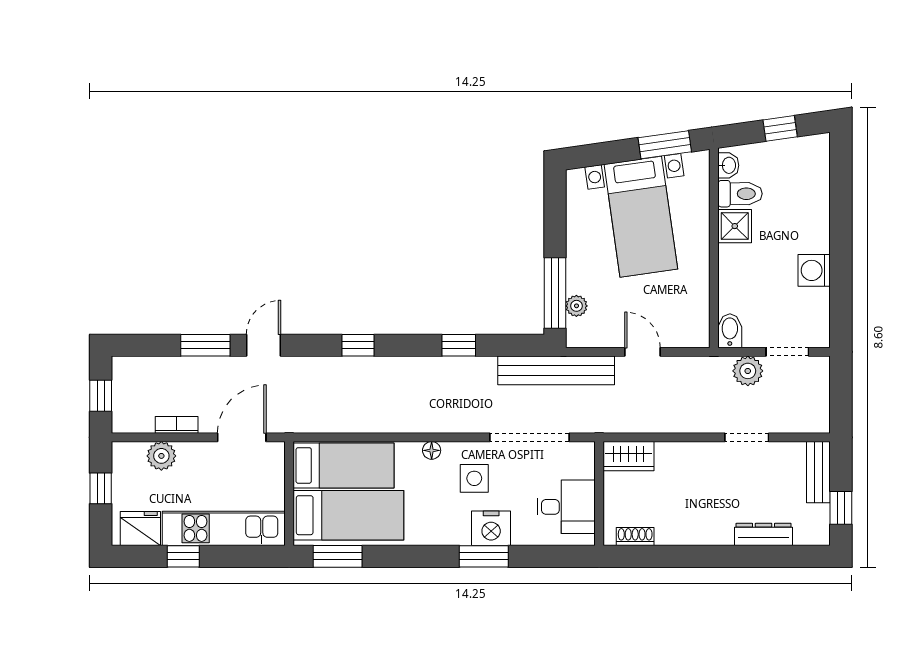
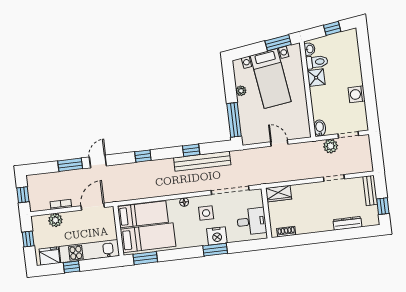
plant: (576, 306) -> (241, 91), moved
bench: (556, 370) -> (202, 161), moved

